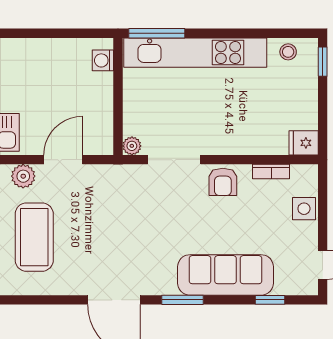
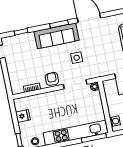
fridge: (304, 143) -> (23, 116), moved
side table: (304, 209) -> (77, 58), moved
sofa: (226, 275) -> (57, 36), moved

